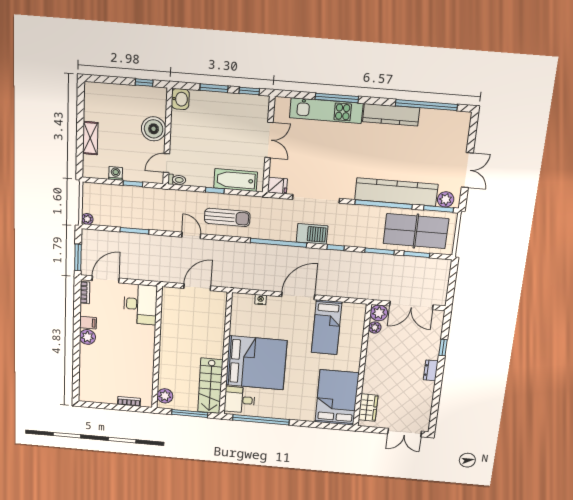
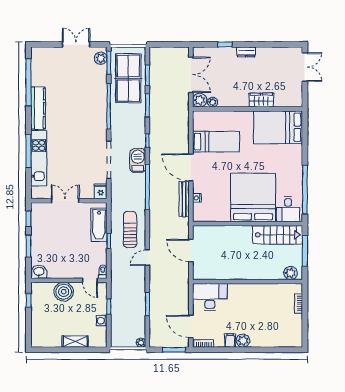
kitchen counter: (396, 192) -> (98, 97), removed
bench: (260, 285) -> (184, 199), added
wardrobe: (368, 408) -> (261, 100), moved

